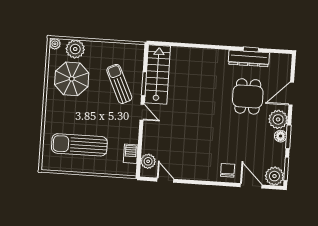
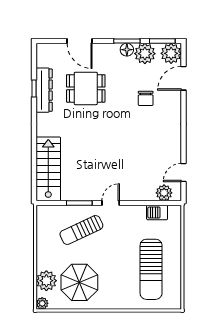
stairs: (157, 74) -> (48, 169), moved, turned 90
plant: (278, 119) -> (145, 54), moved
chair: (228, 170) -> (146, 98), moved, turned -90

